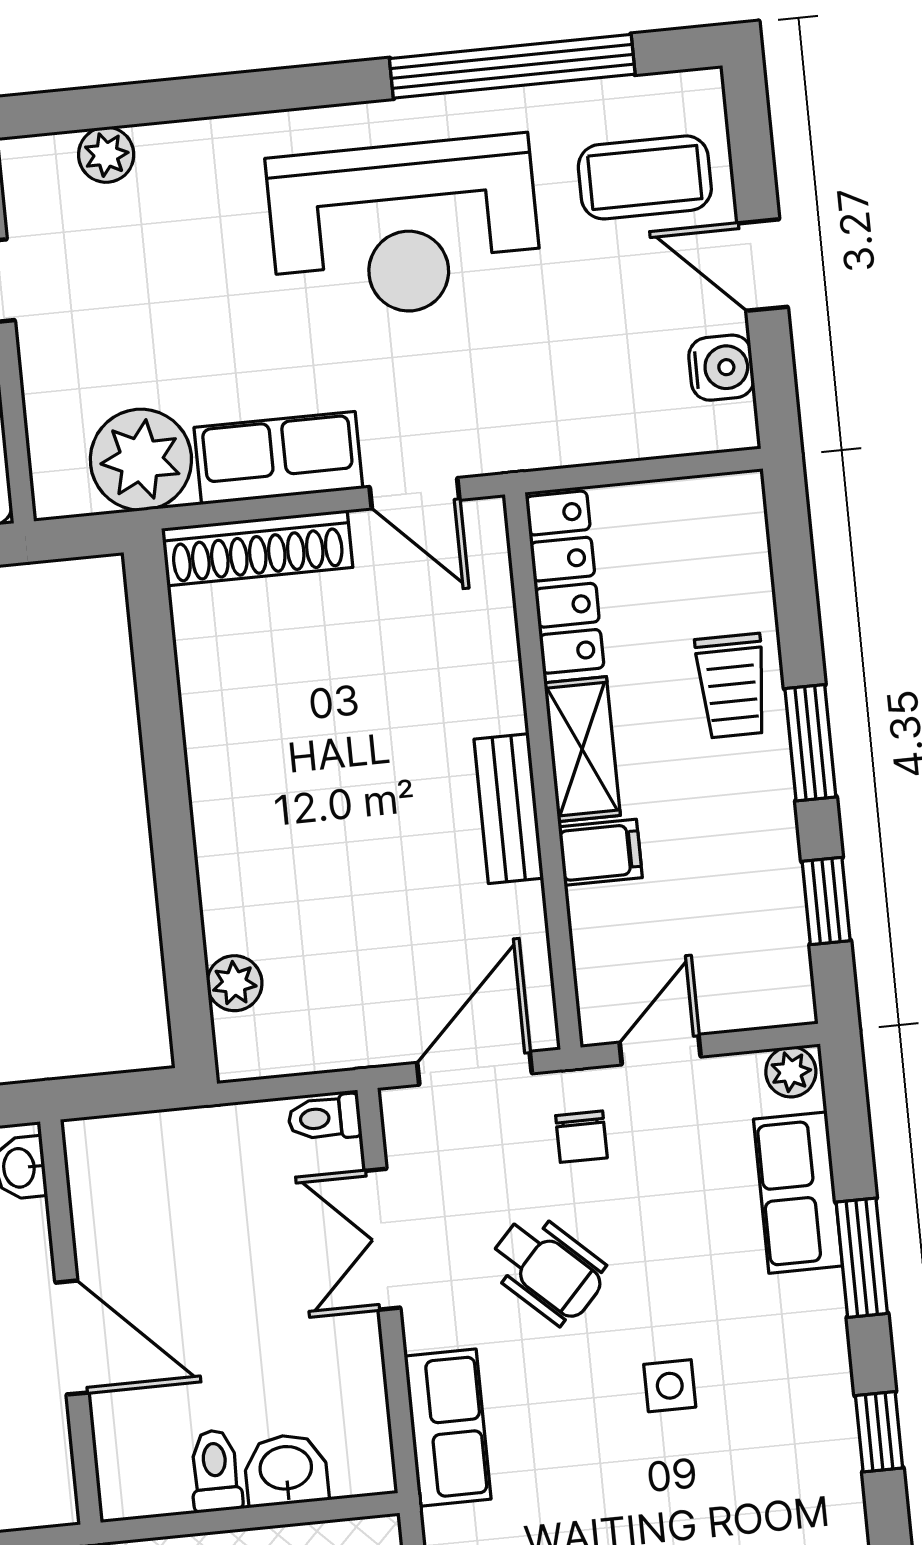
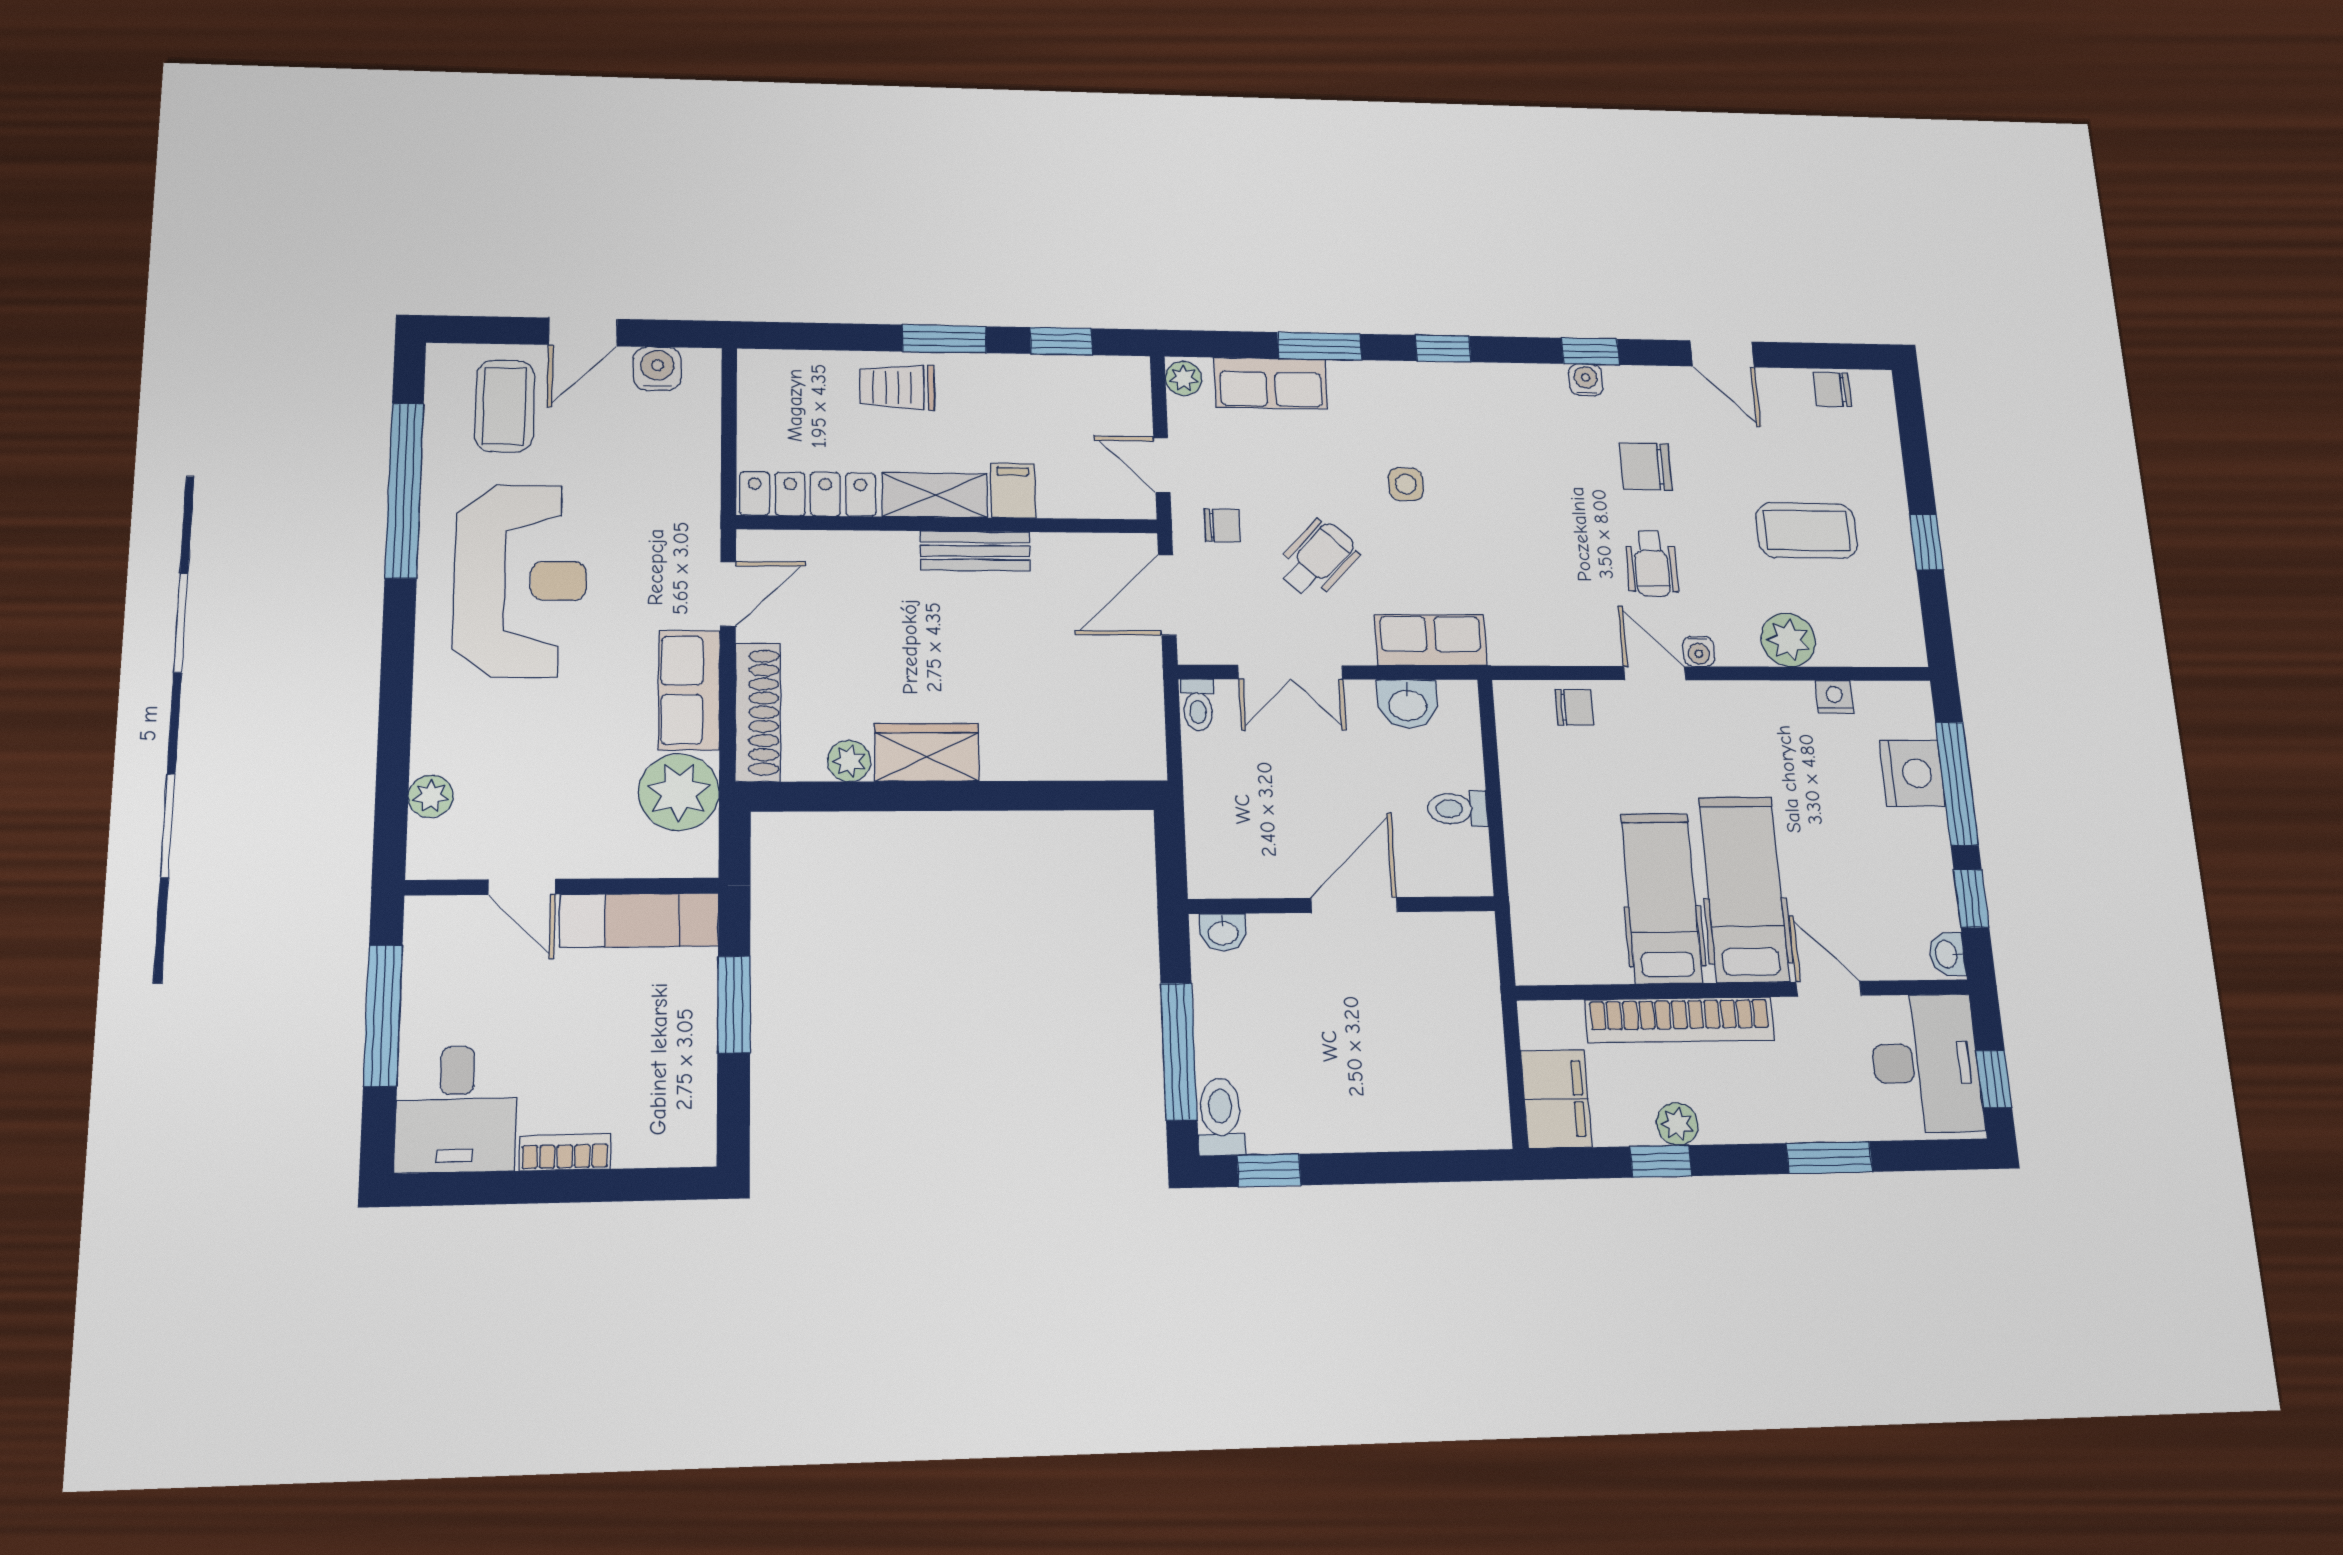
trolley: (732, 686) -> (897, 387), turned 180
wardrobe: (225, 769) -> (927, 752), added
plant: (234, 983) -> (849, 761), moved
door: (475, 1068) -> (1167, 595), hinge flipped
washbasin: (286, 1470) -> (1408, 704), moved, turned -90

